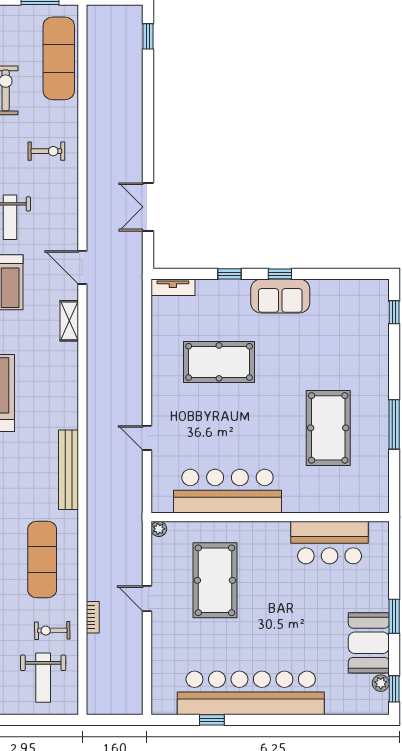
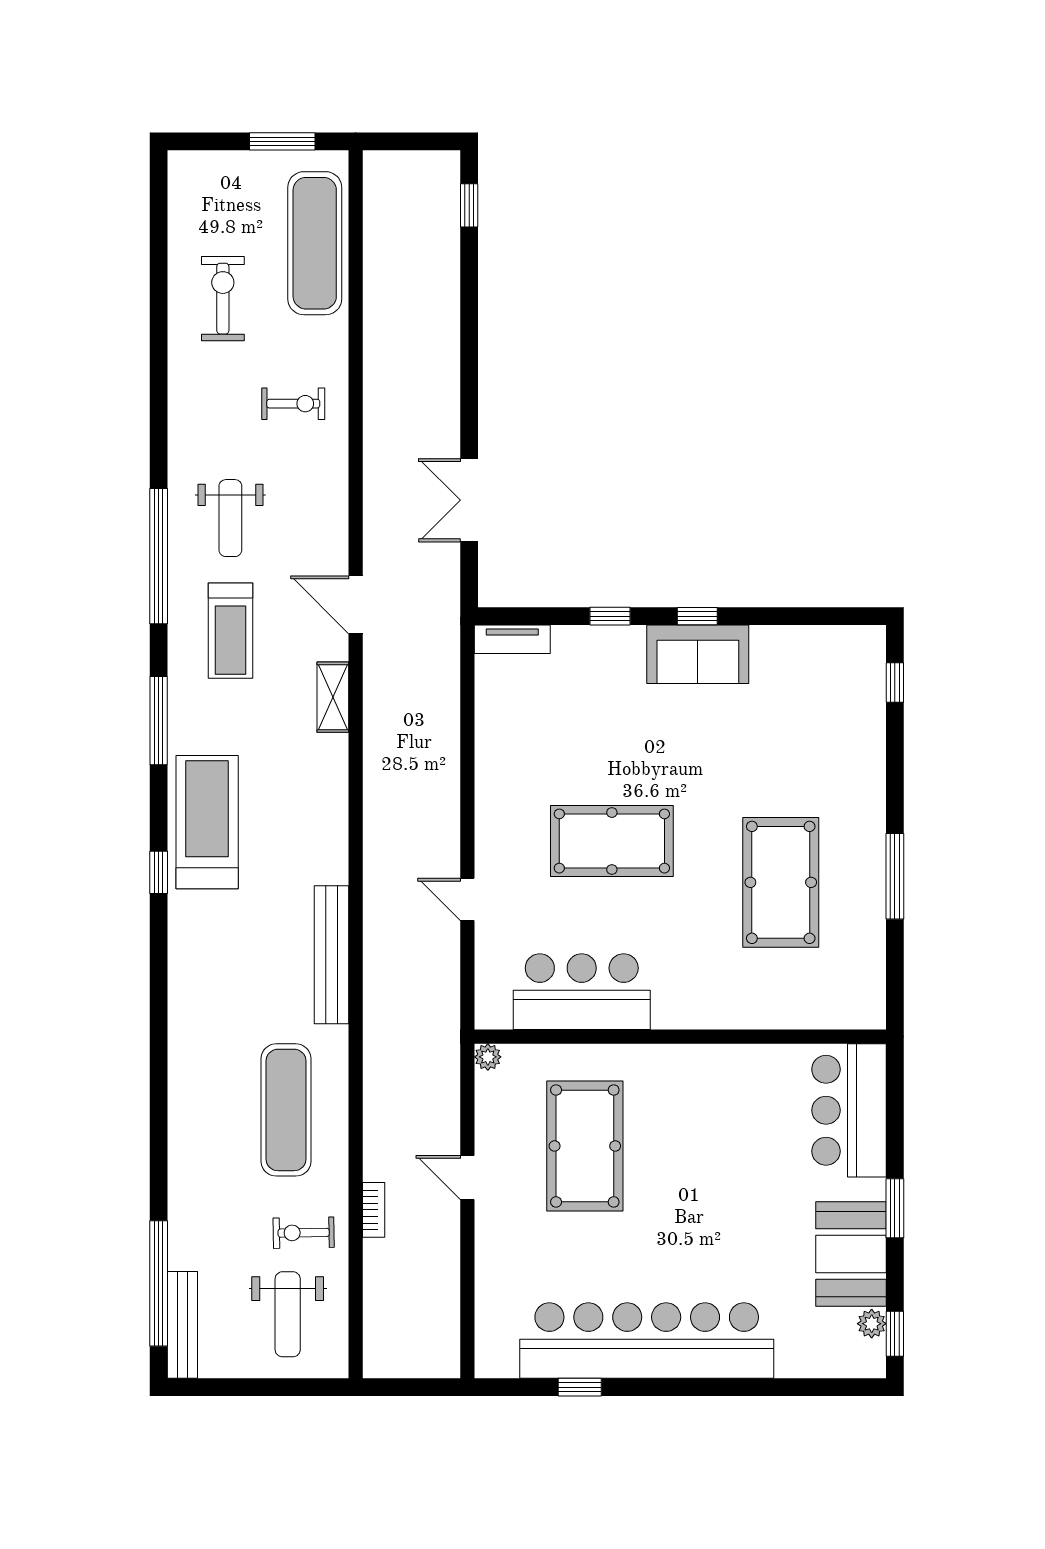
pool table: (219, 362) -> (612, 841), moved
bar counter: (227, 491) -> (582, 992), width x0.73
bar counter: (330, 543) -> (849, 1110), moved, turned 90

